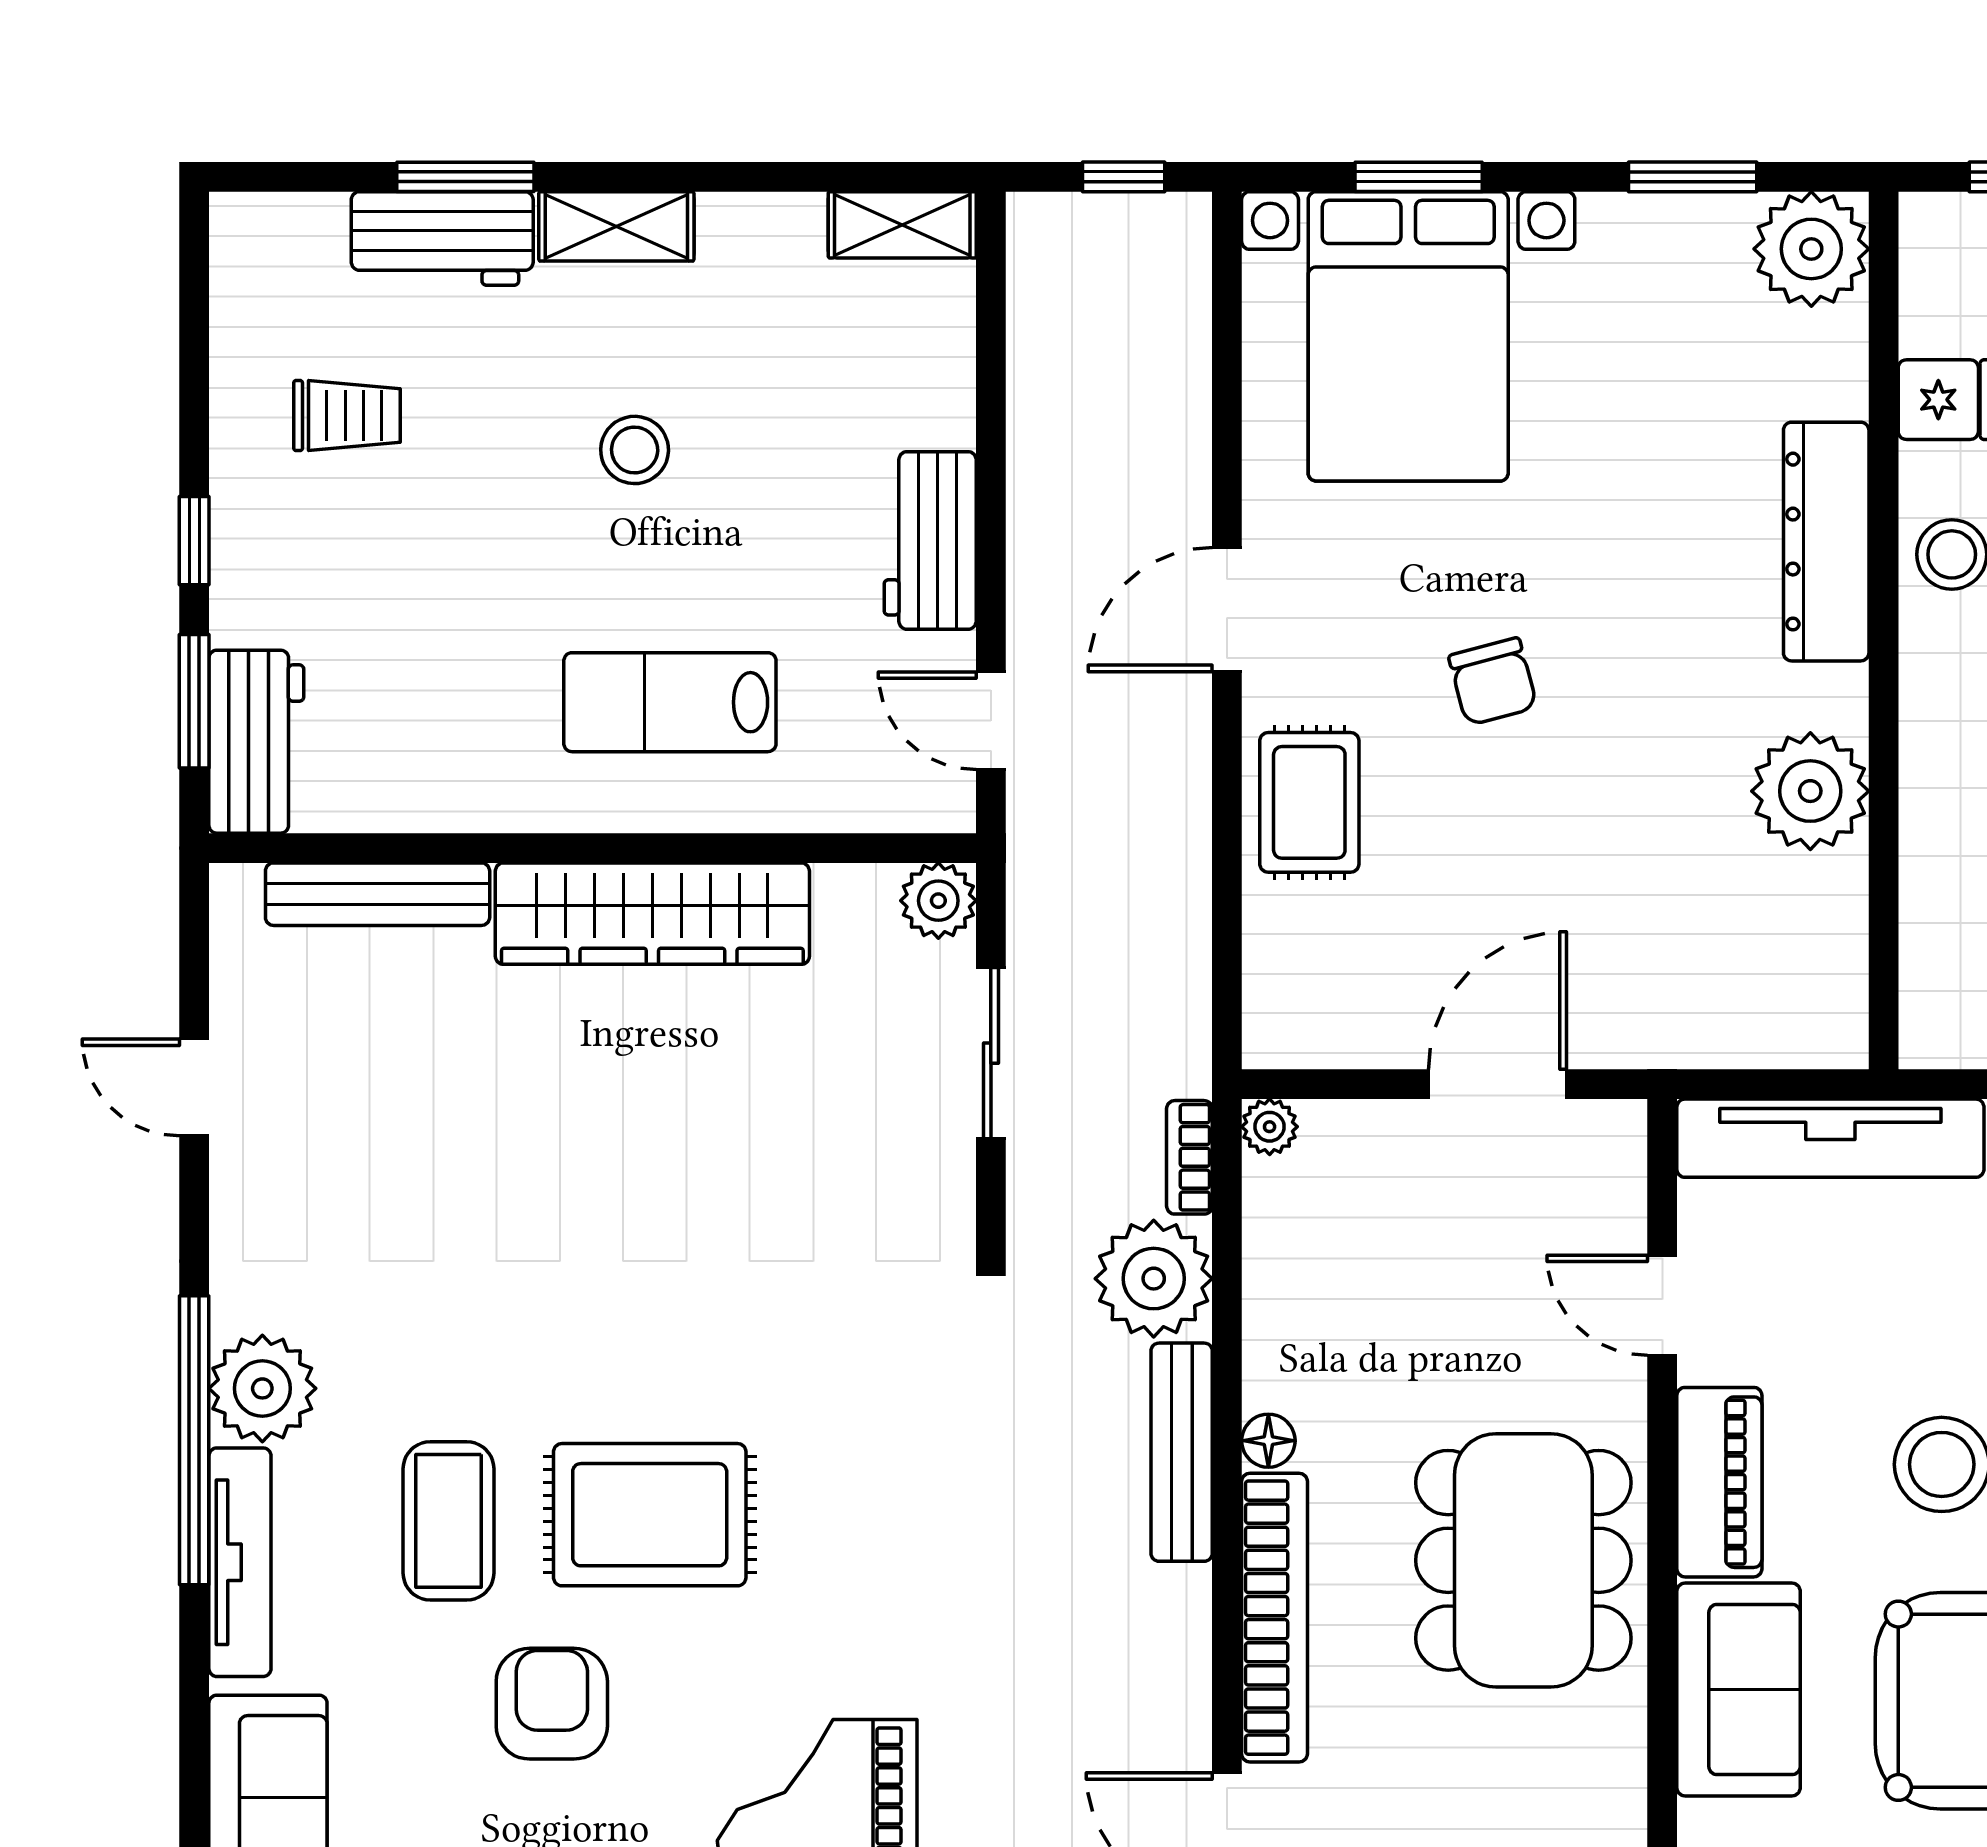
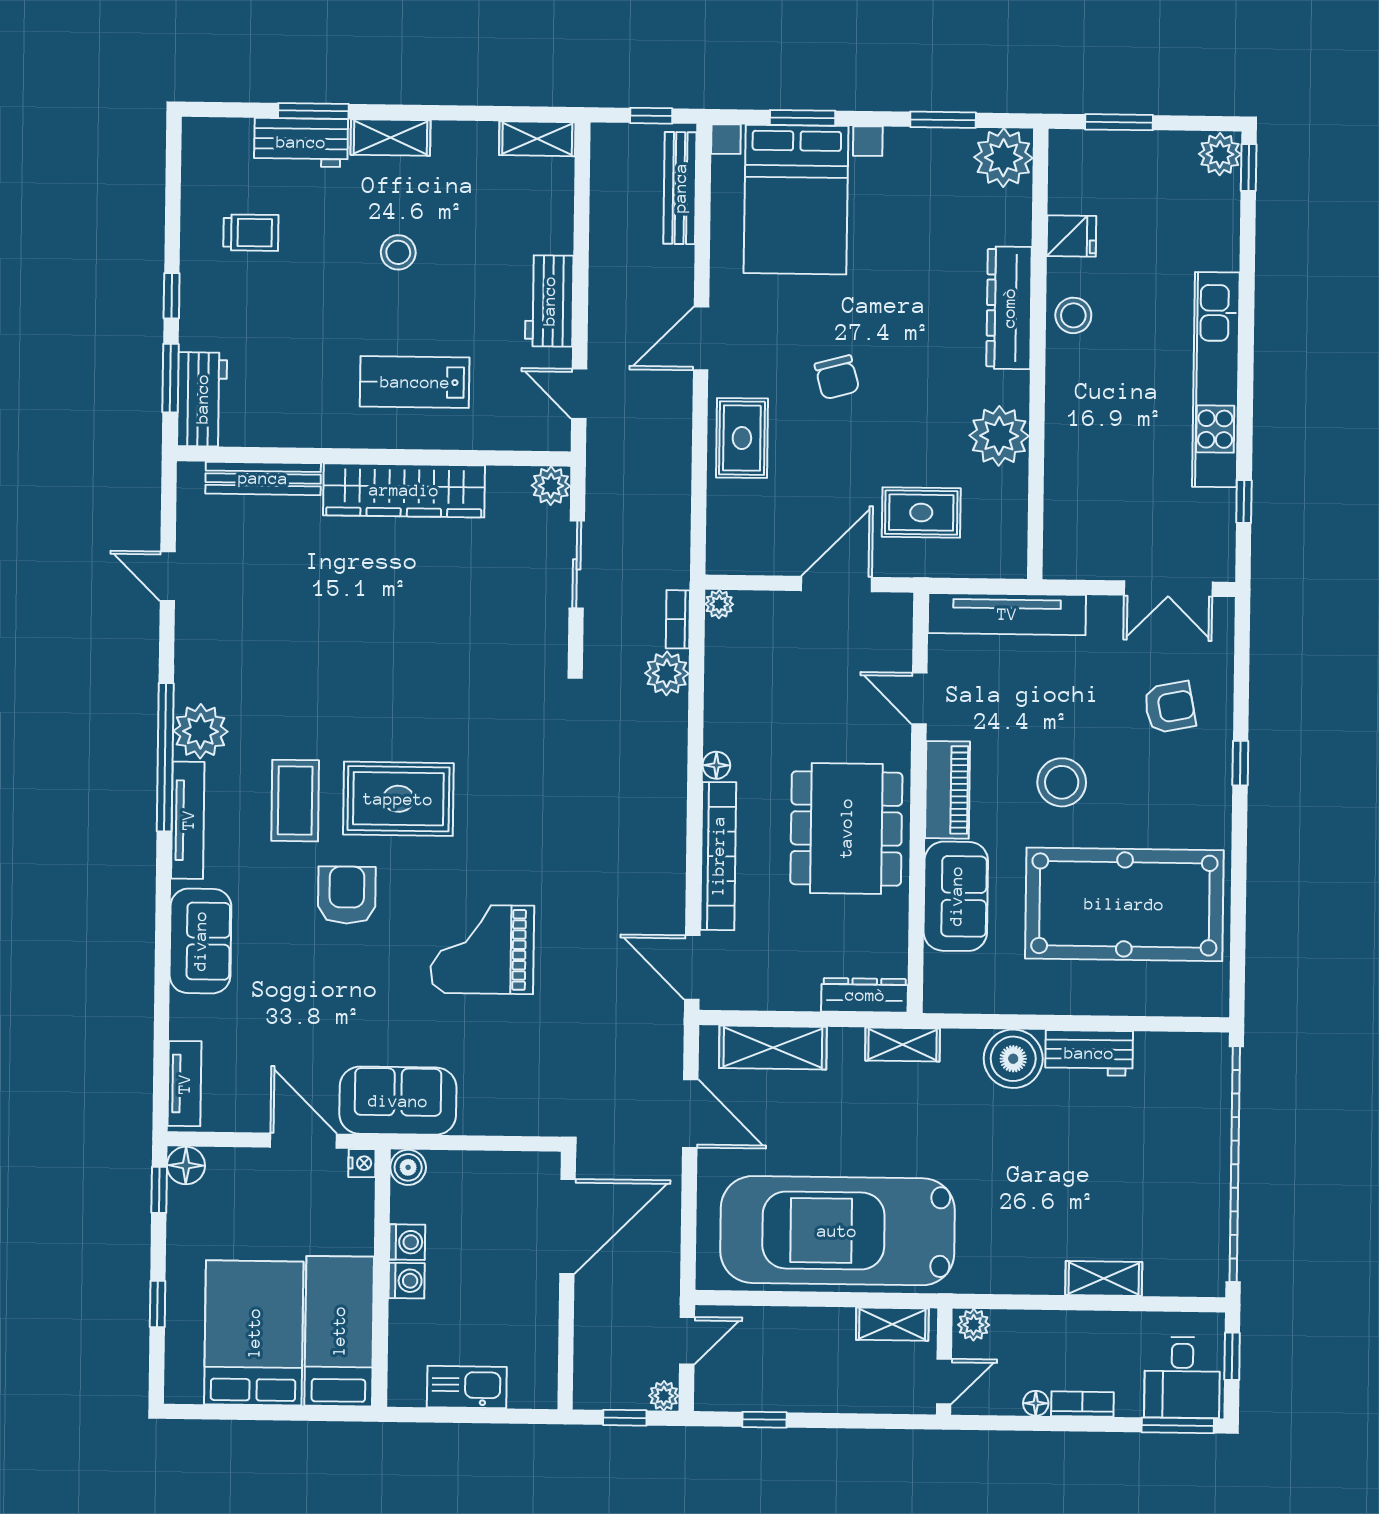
rug: (1661, 943) -> (921, 512), added
plant: (1154, 1279) -> (667, 673), width x0.73, depth x0.73
bench: (1182, 1452) -> (680, 188), moved

